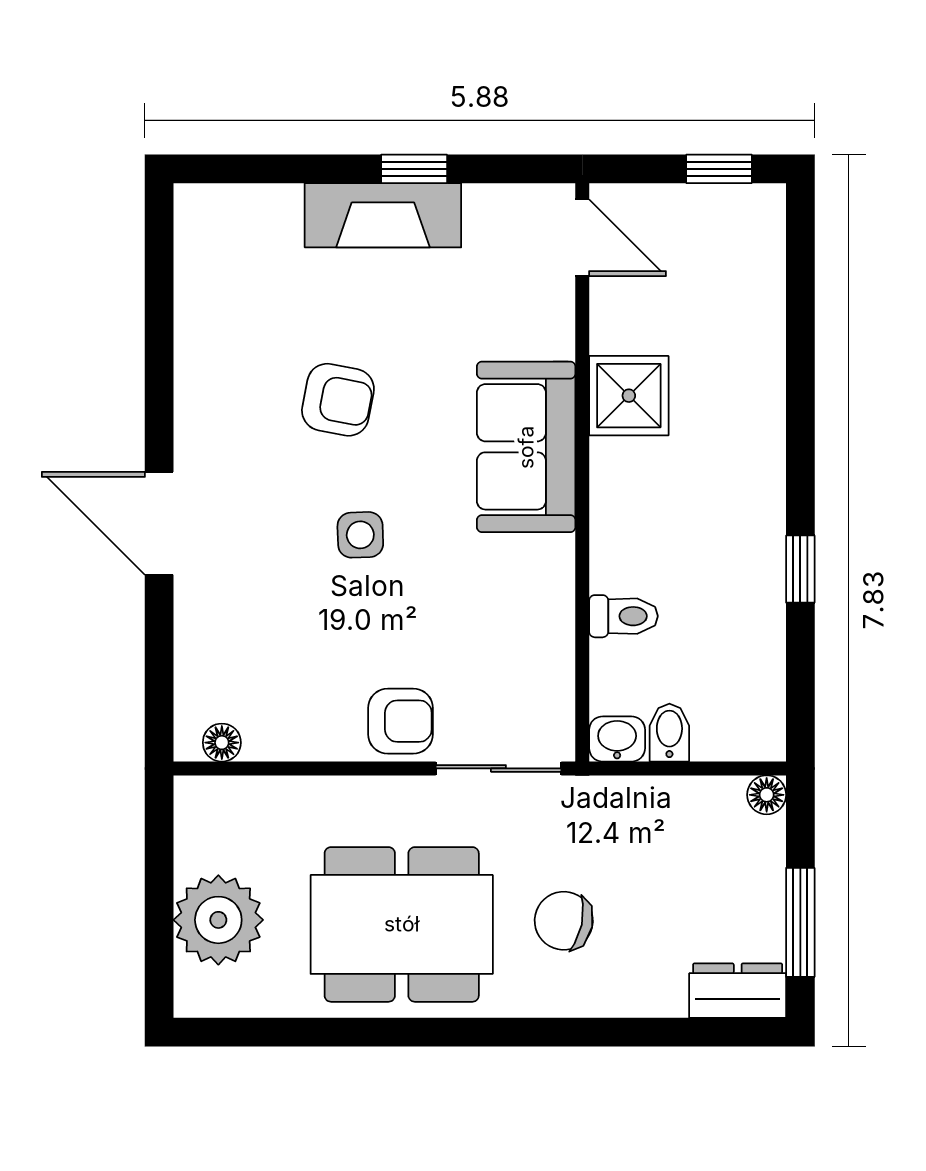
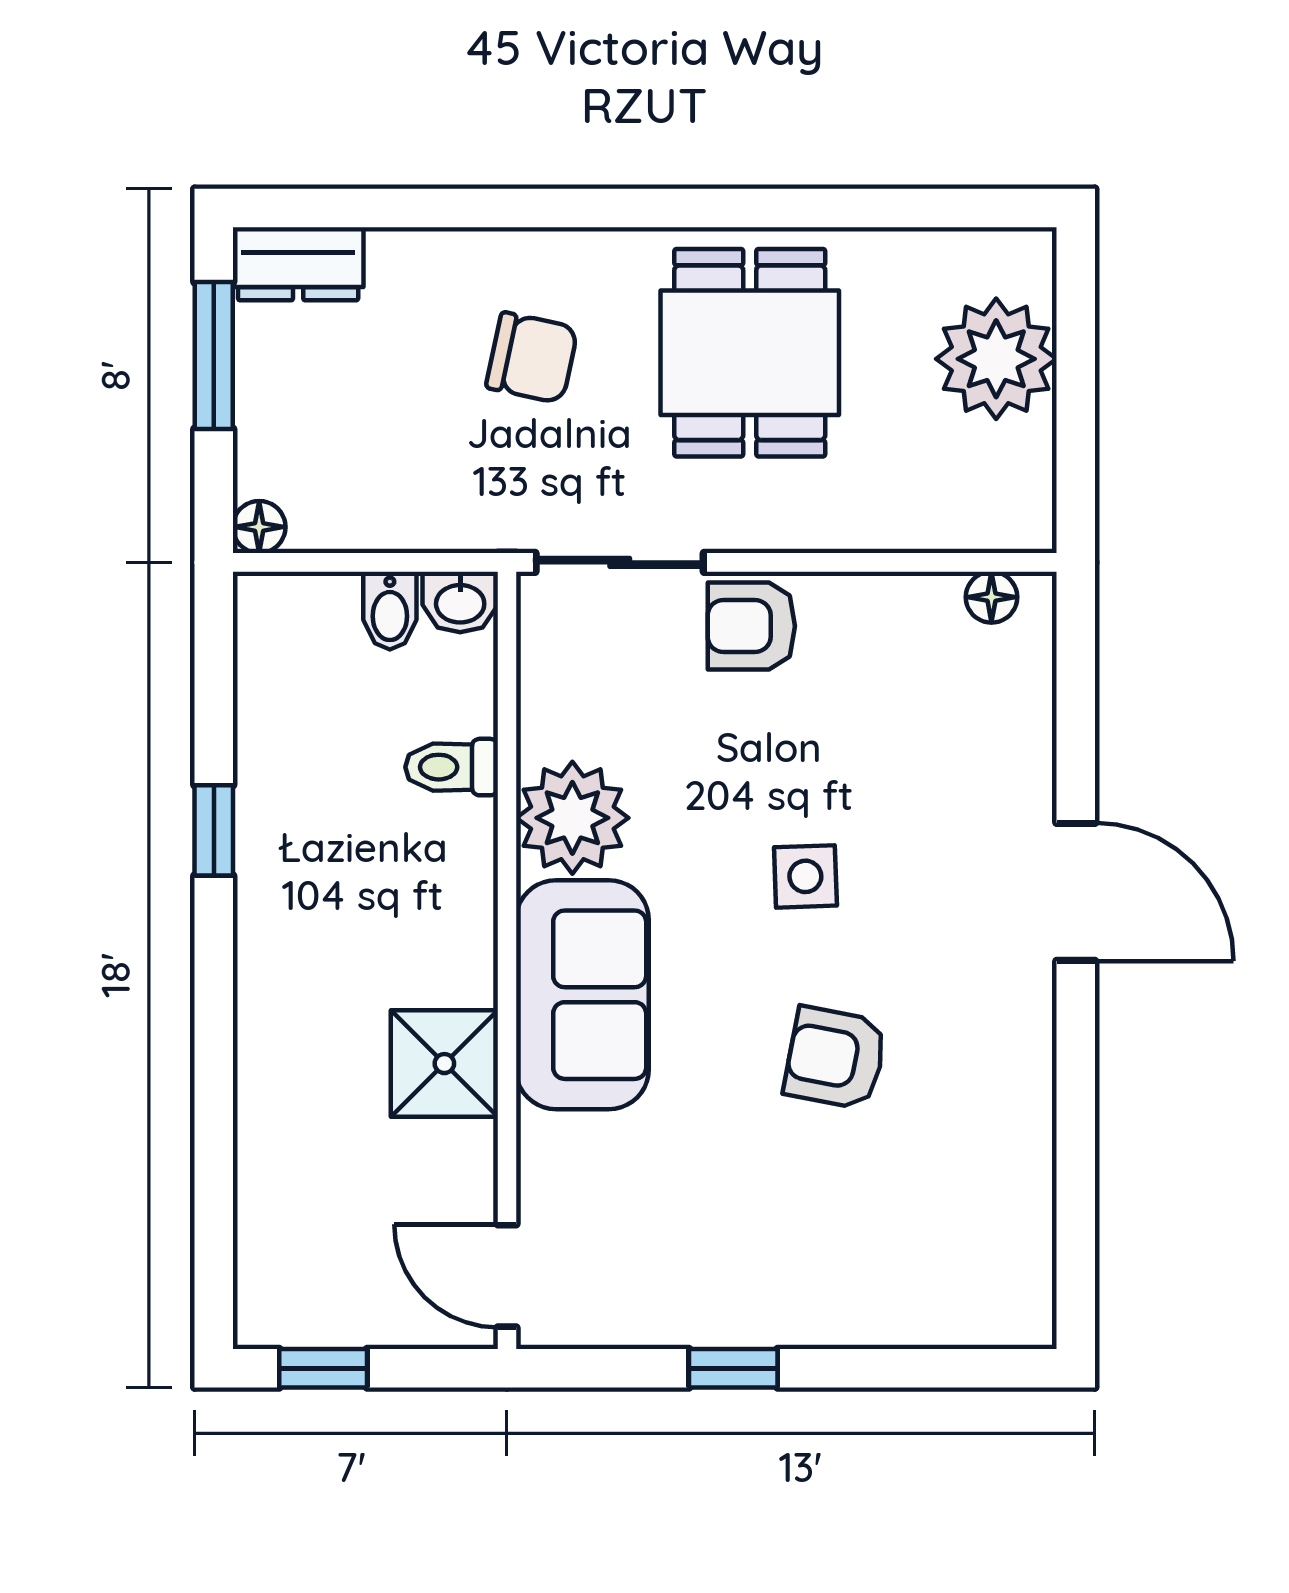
fireplace: (383, 215) -> (775, 1306), removed
plant: (534, 578) -> (572, 818), added
dining table: (402, 924) -> (750, 353), width x0.73

